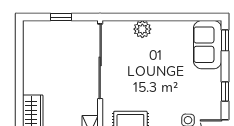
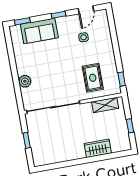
sofa: (208, 45) -> (39, 31), moved

